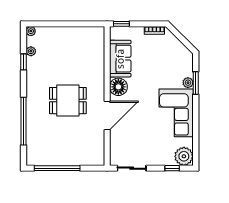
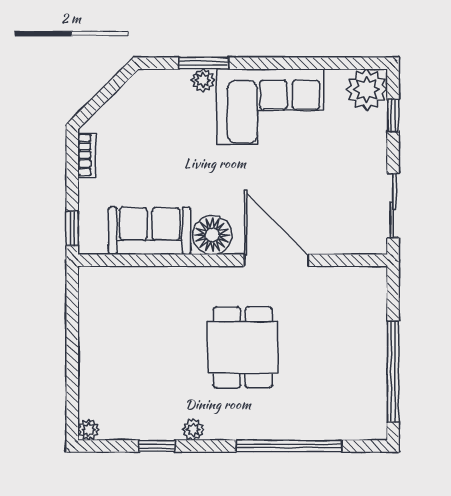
plant: (31, 51) -> (193, 430), moved

